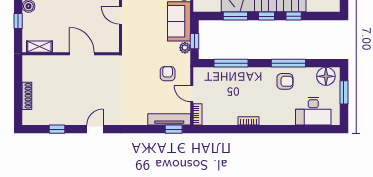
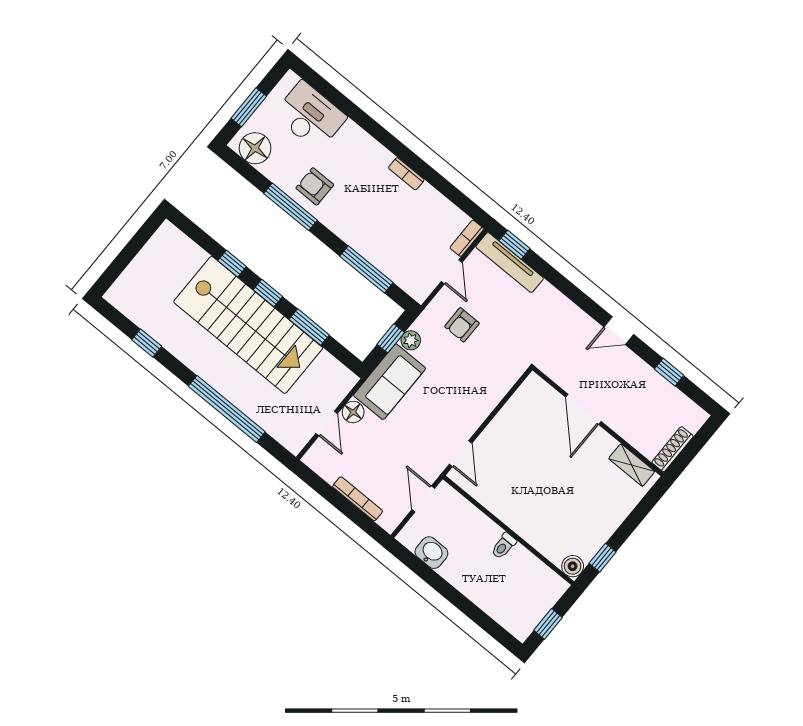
shelving: (39, 47) -> (632, 465), moved
wall: (71, 54) -> (598, 421), moved
door: (82, 54) -> (583, 409), moved

